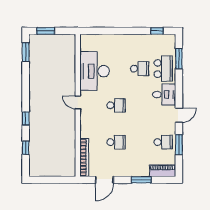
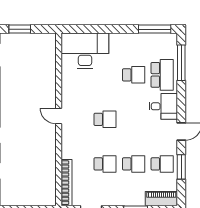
window: (157, 31) -> (155, 29), width x2.17
window: (179, 59) -> (181, 63), width x1.44
desk: (95, 71) -> (85, 51), moved, turned 90
school desk: (140, 142) -> (134, 164), added

